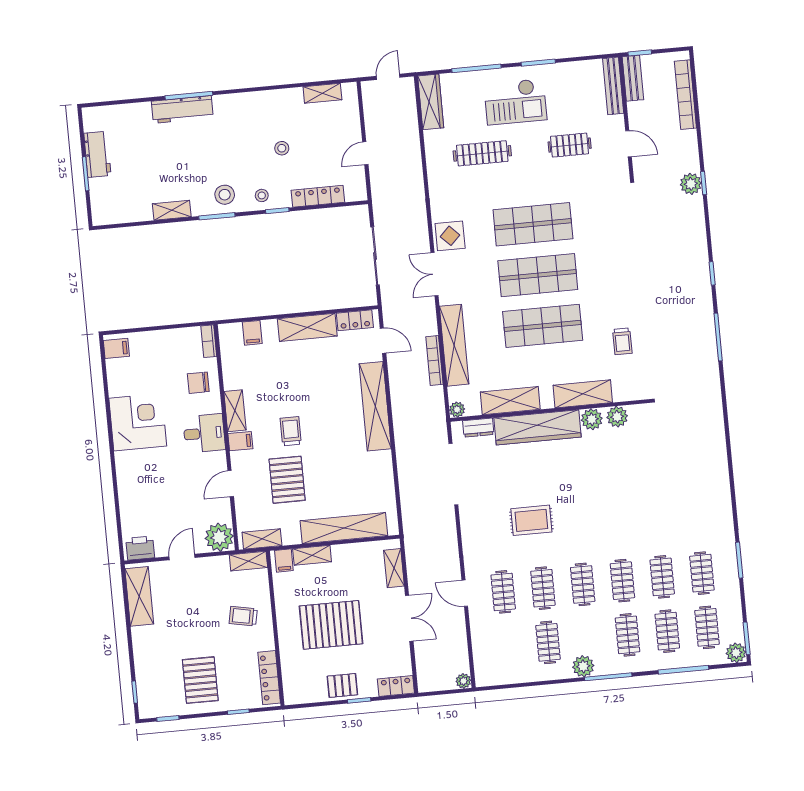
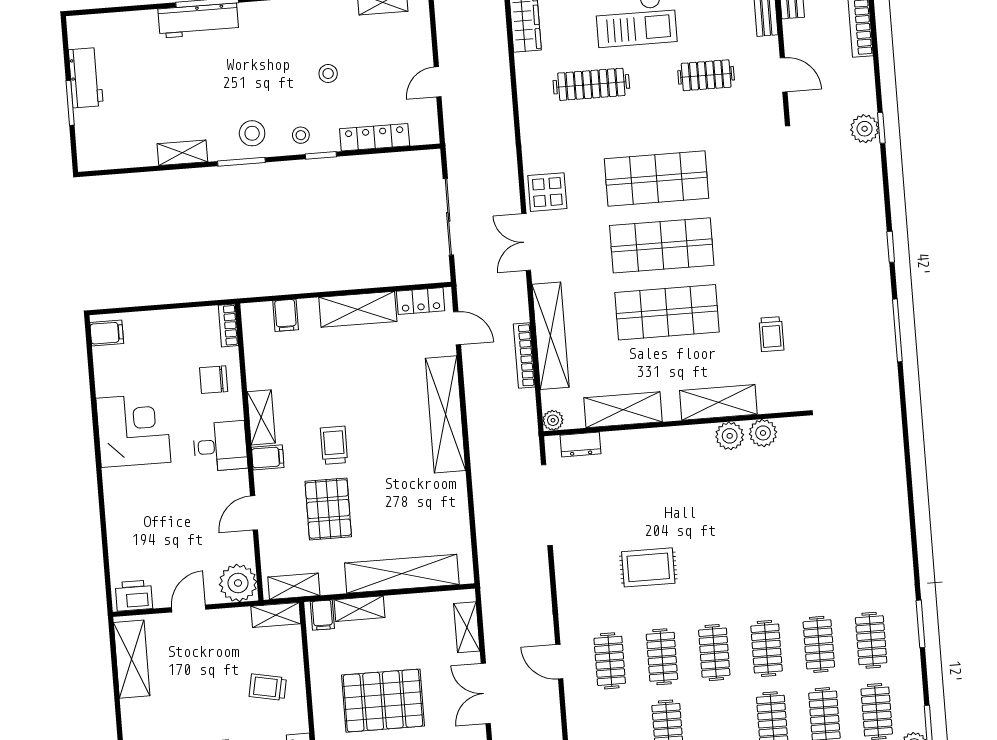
wardrobe: (538, 427) -> (658, 445), removed
double door: (409, 618) -> (486, 693), swing flipped

